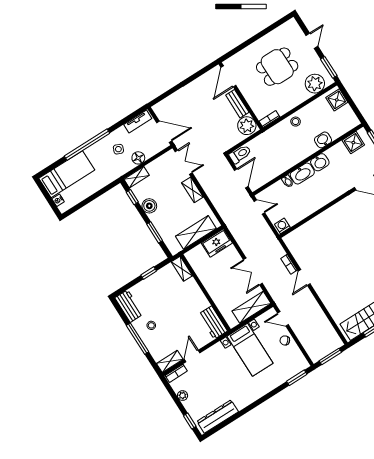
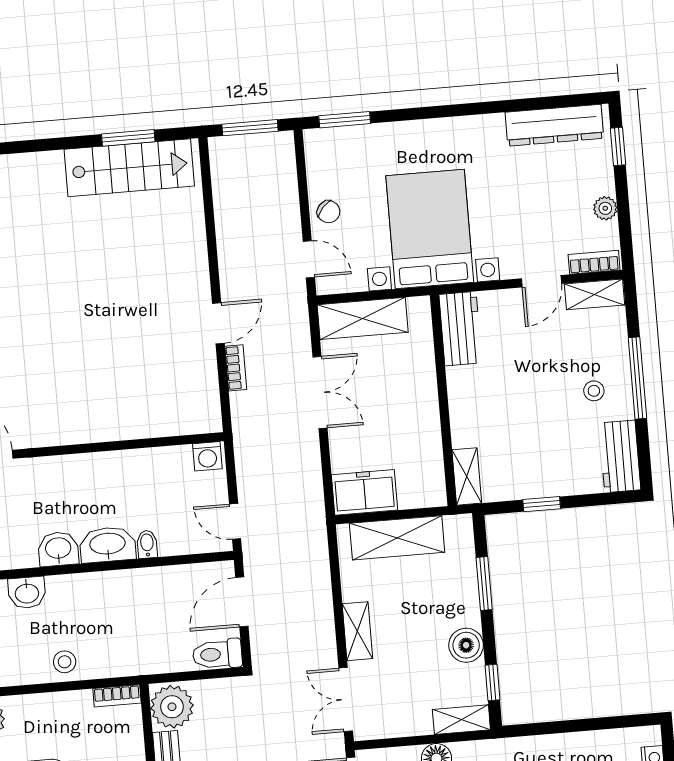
bed with nightstands: (250, 350) -> (430, 229), width x1.36

